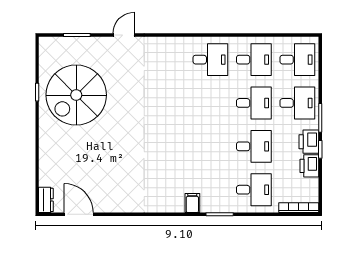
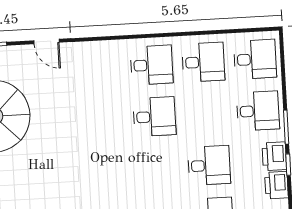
door: (124, 35) -> (46, 41), swing flipped
desk: (254, 103) -> (154, 117), moved

